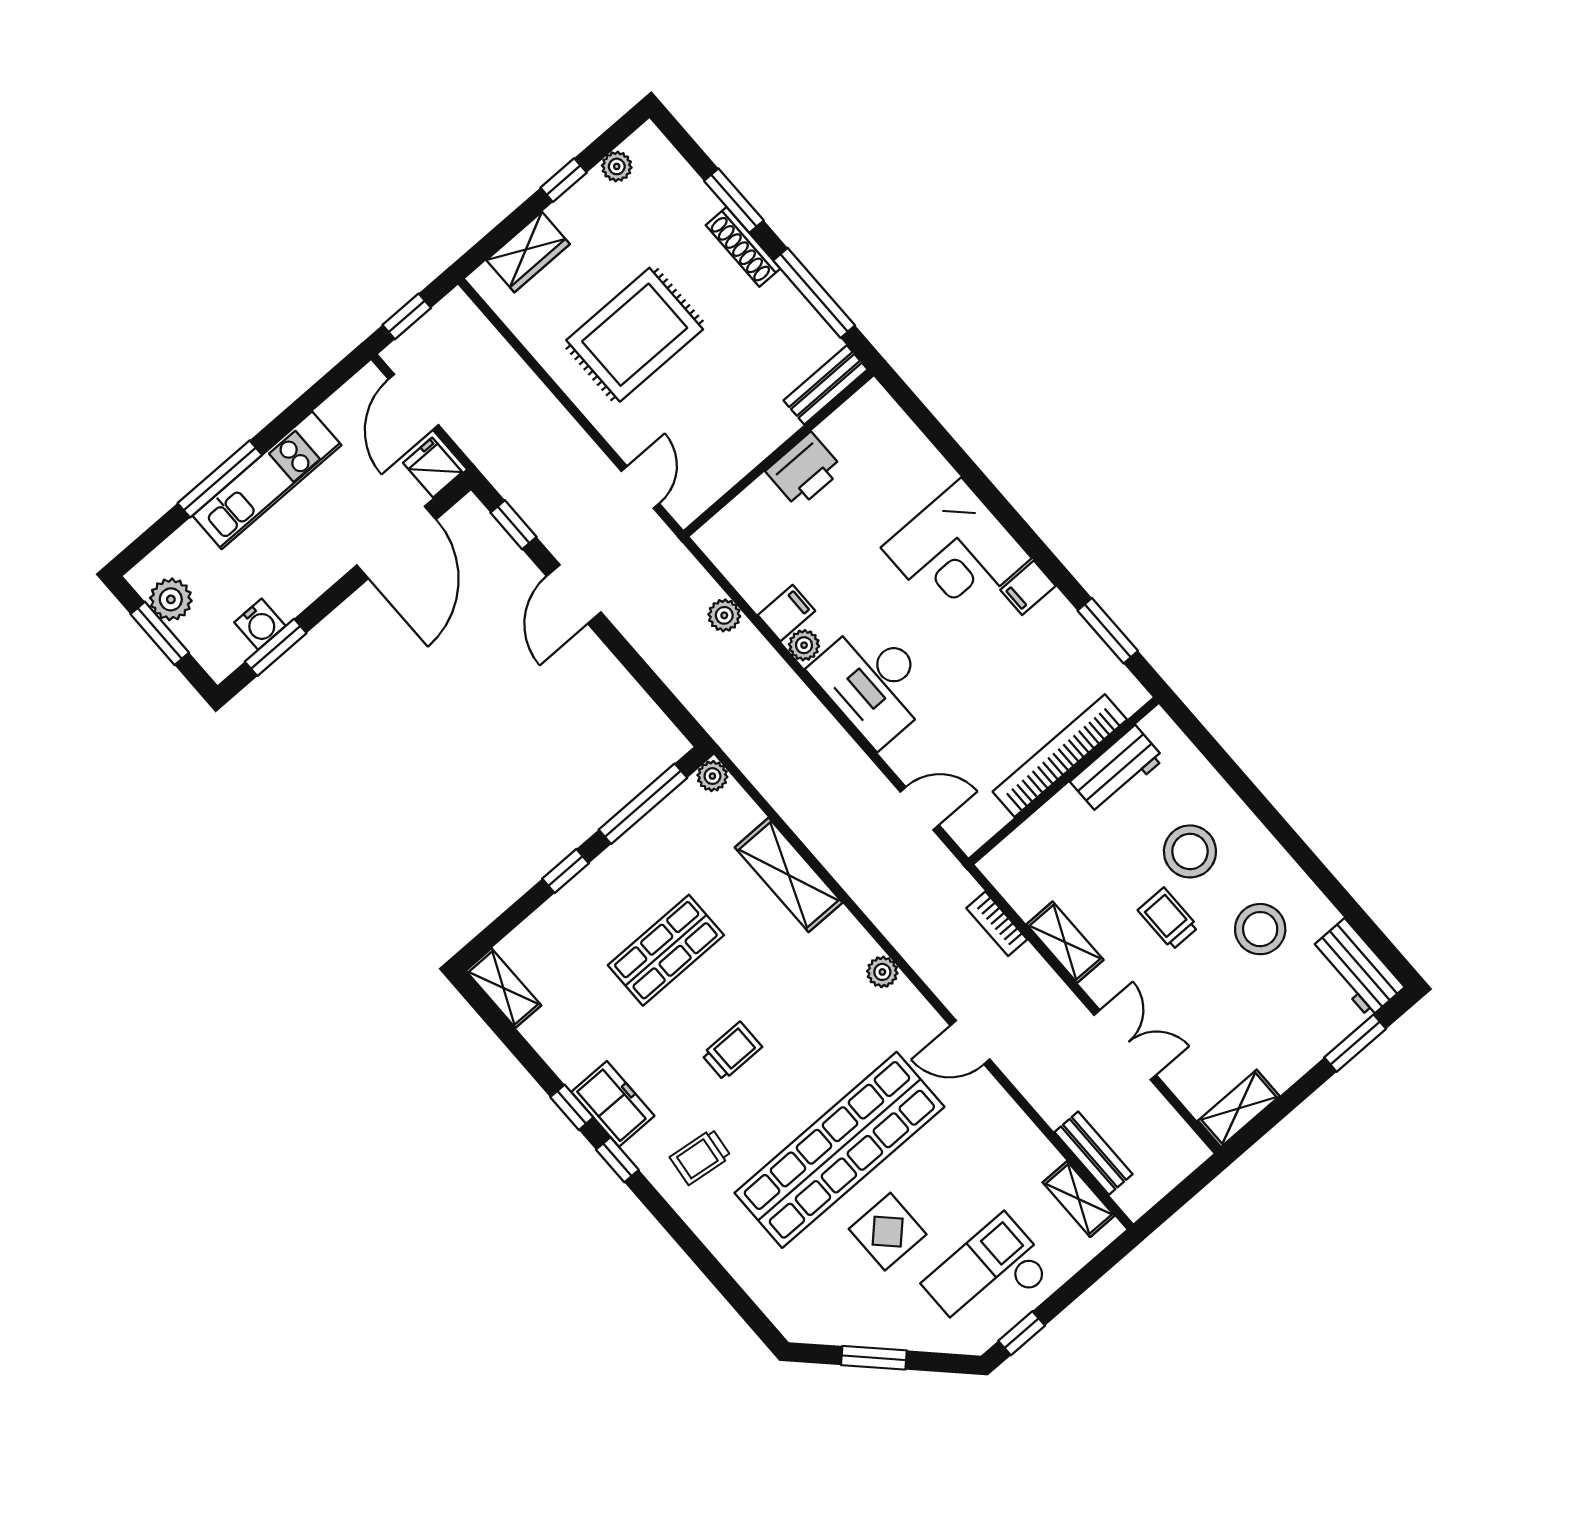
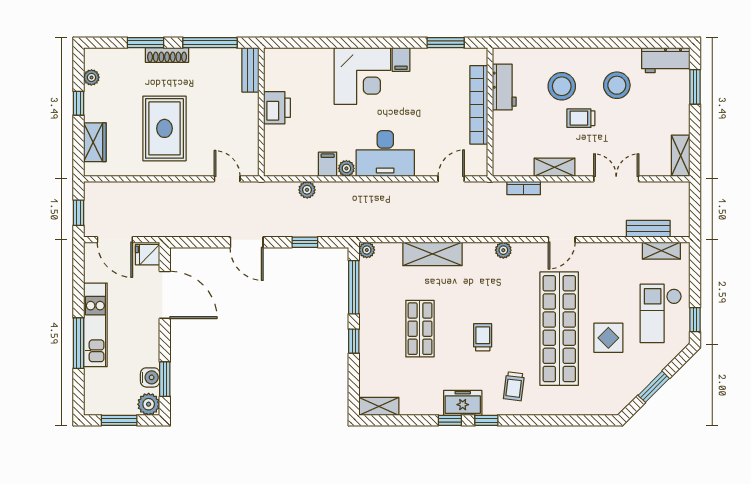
window: (514, 525) -> (305, 242), moved
plant: (171, 599) -> (149, 404), moved

